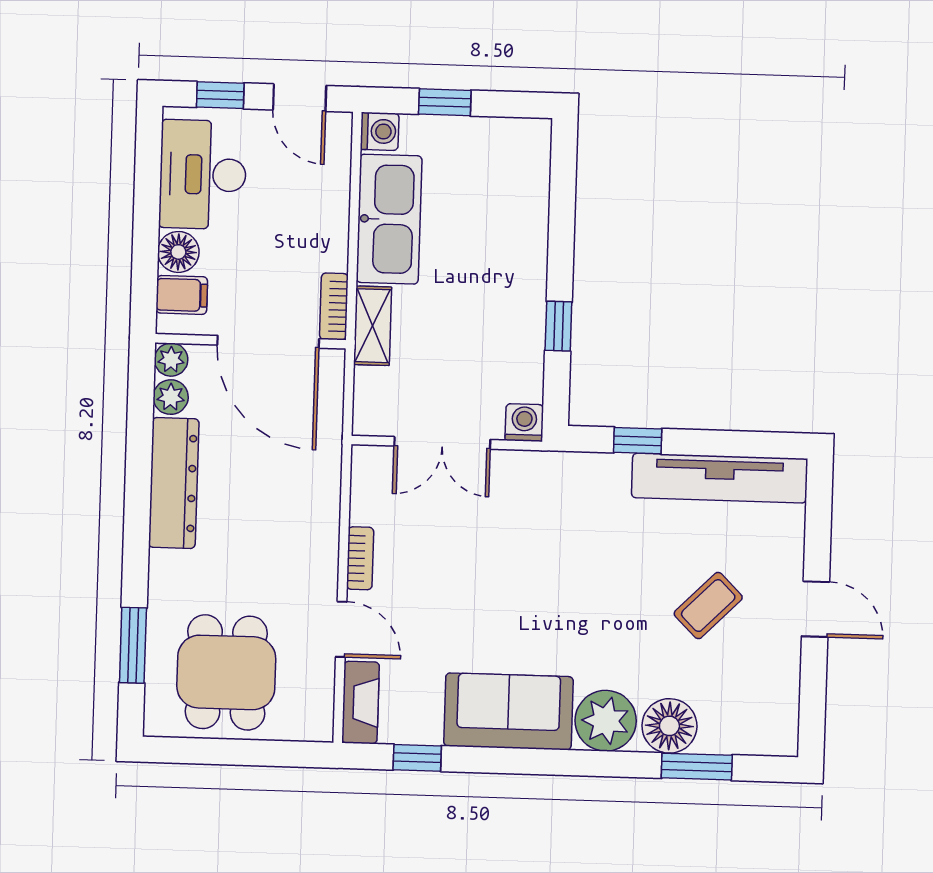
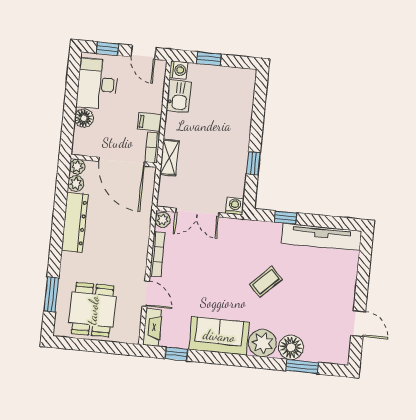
kitchen sink: (389, 219) -> (179, 96), width x0.53, depth x0.81
filing cabinet: (182, 295) -> (150, 122), moved, turned 180
plant: (367, 464) -> (163, 220), added
bookcase: (360, 558) -> (157, 254), width x1.56
coffee table: (708, 606) -> (266, 282), moved
door: (815, 609) -> (358, 323), moved

